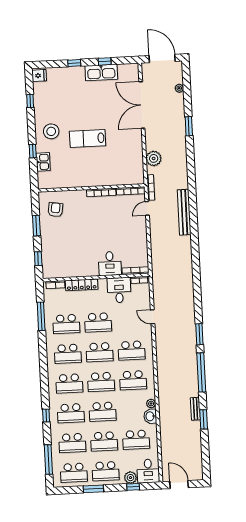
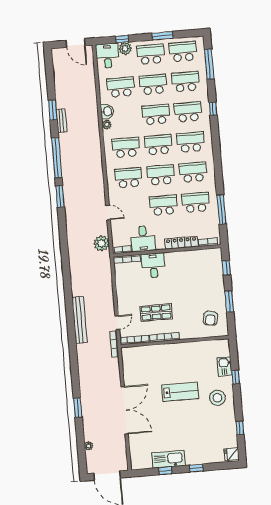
double door: (142, 105) -> (125, 410), moved
plant: (154, 158) -> (101, 243), moved
shop shelf: (109, 217) -> (156, 312), added

